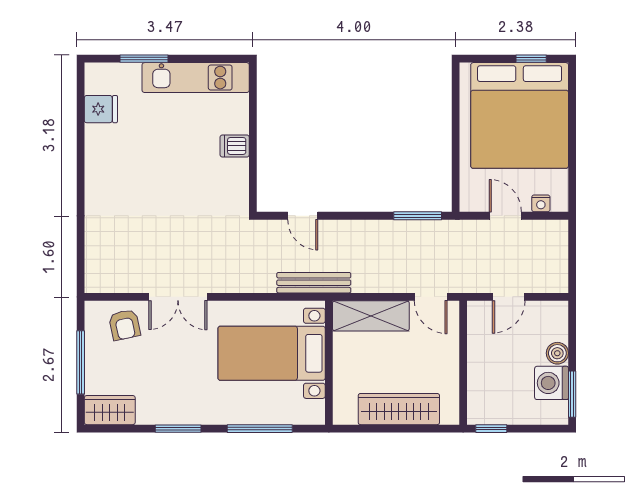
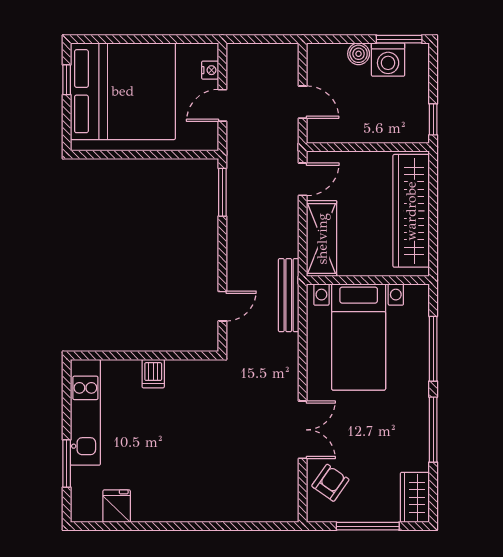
armchair: (125, 325) -> (330, 483), turned -43
wardrobe: (399, 409) -> (411, 211), width x1.40, depth x1.17
window: (178, 429) -> (433, 430), width x1.44

